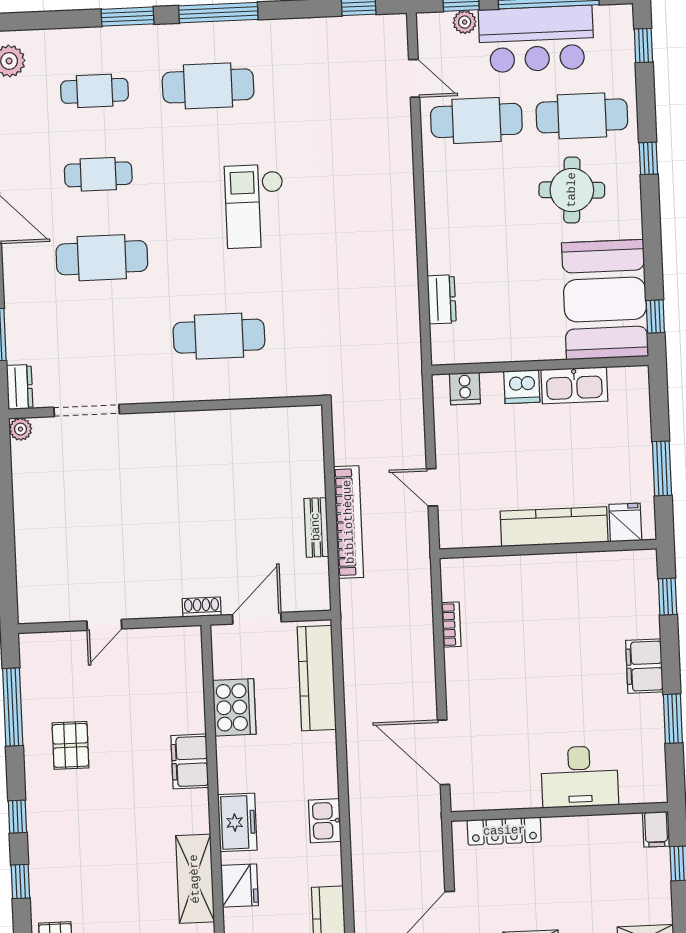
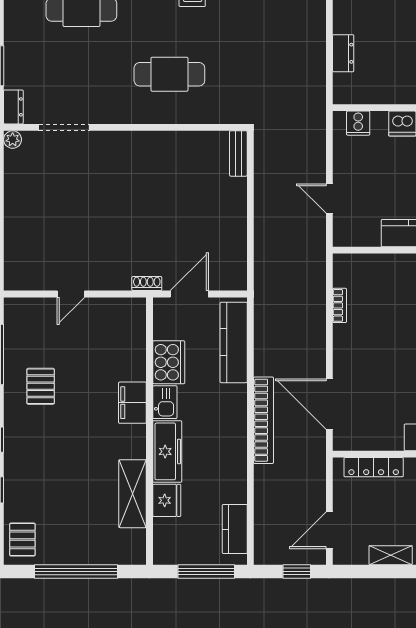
bookcase: (349, 522) -> (264, 420), moved
bench: (316, 527) -> (238, 153), moved
kitchen sink: (325, 821) -> (165, 402), moved, turned 180
freezer: (237, 822) -> (167, 451), width x1.40

